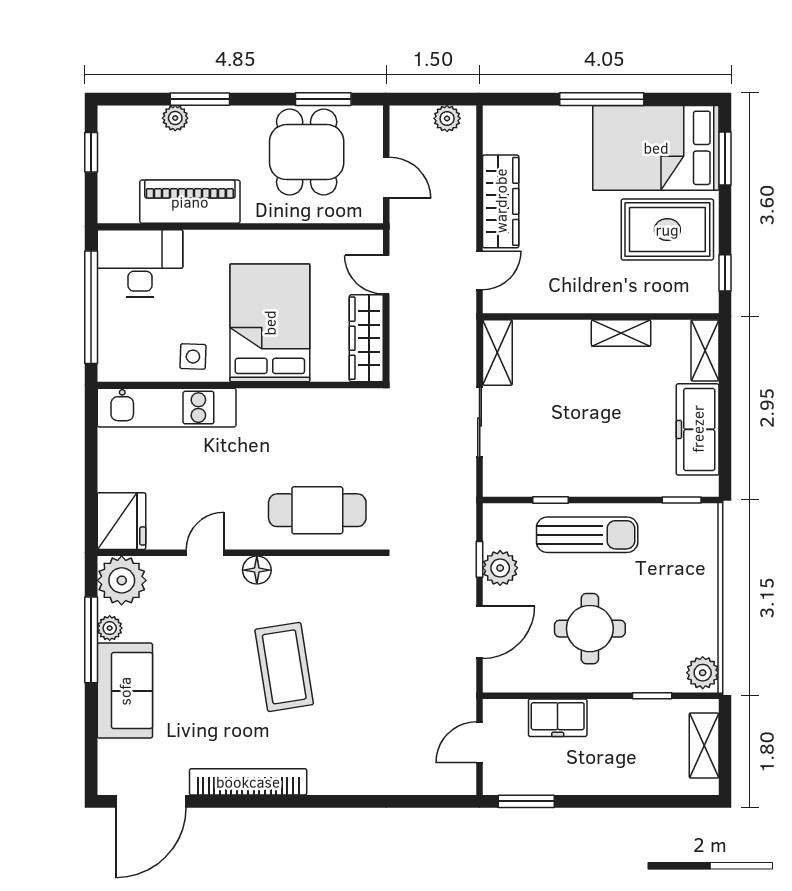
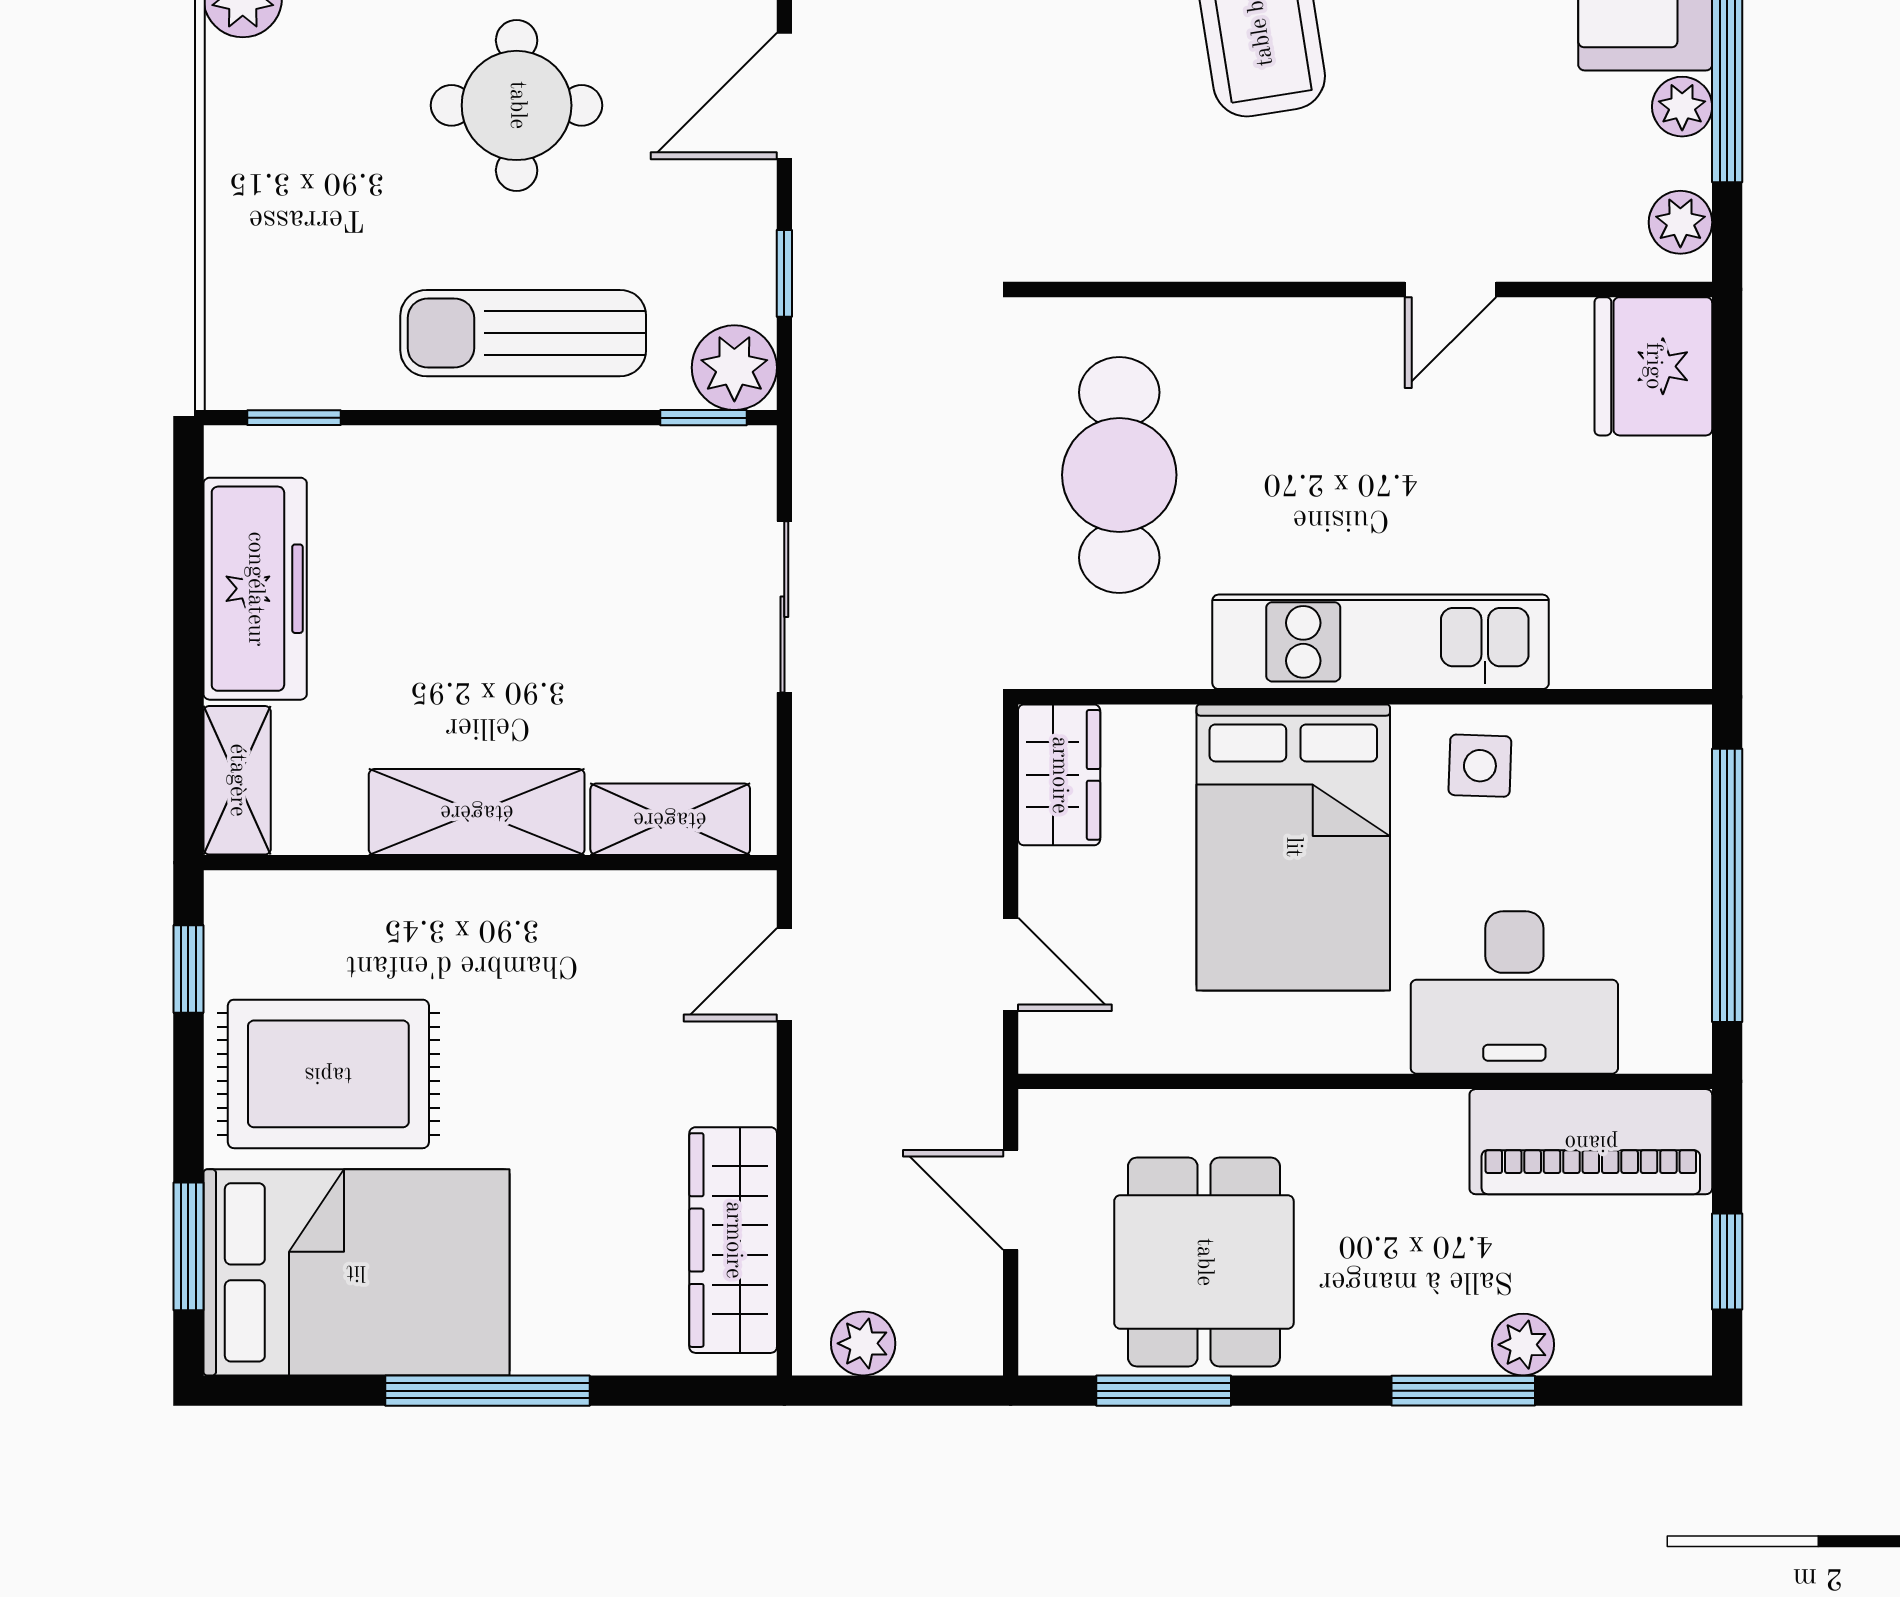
wardrobe: (501, 201) -> (733, 1240), moved
piano: (190, 202) -> (1591, 1142), moved
desk: (140, 263) -> (1514, 993), moved
shelving: (621, 333) -> (477, 812), width x1.50, depth x1.33
wardrobe: (366, 338) -> (1059, 775), width x0.67
shelving: (497, 353) -> (670, 819), moved, turned 90
kitchen unit: (167, 408) -> (1381, 642), moved
window: (550, 500) -> (703, 418), moved
cafe table: (317, 510) -> (1119, 475), moved, turned 90
plant: (500, 568) -> (734, 368), moved
floor lamp: (257, 570) -> (1325, 248), removed
plant: (122, 580) -> (1680, 222), width x0.53, depth x0.53

